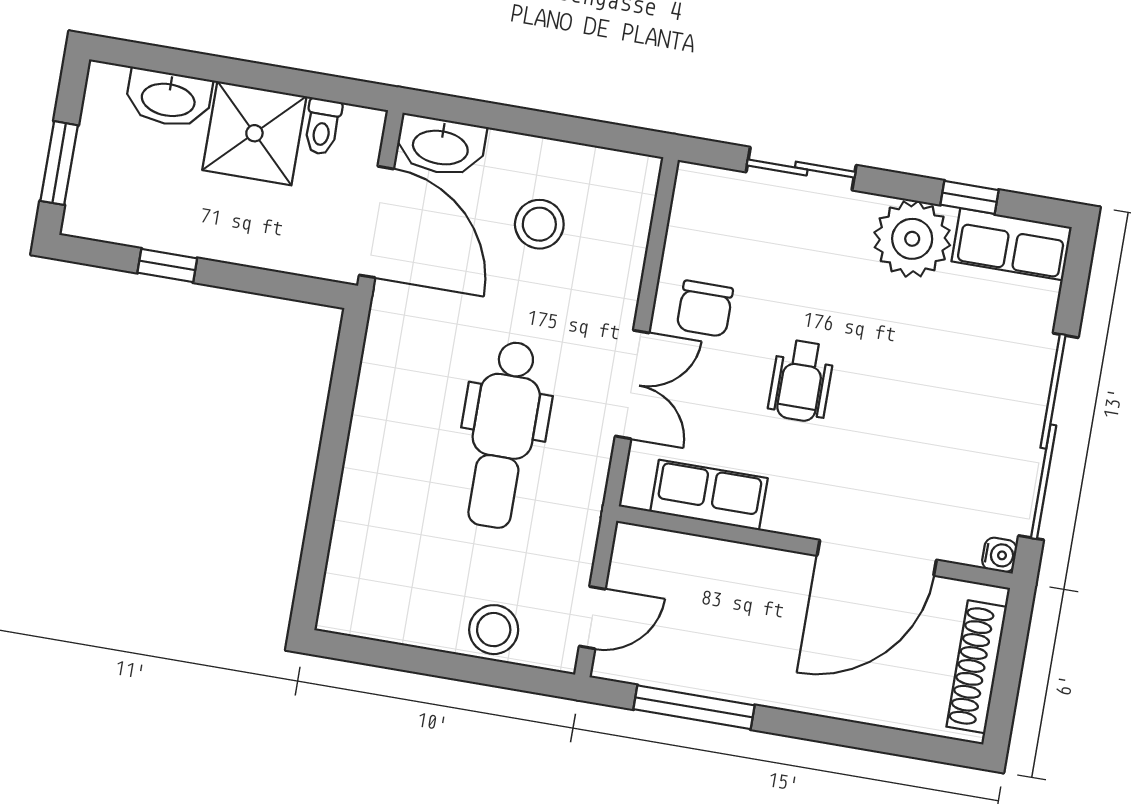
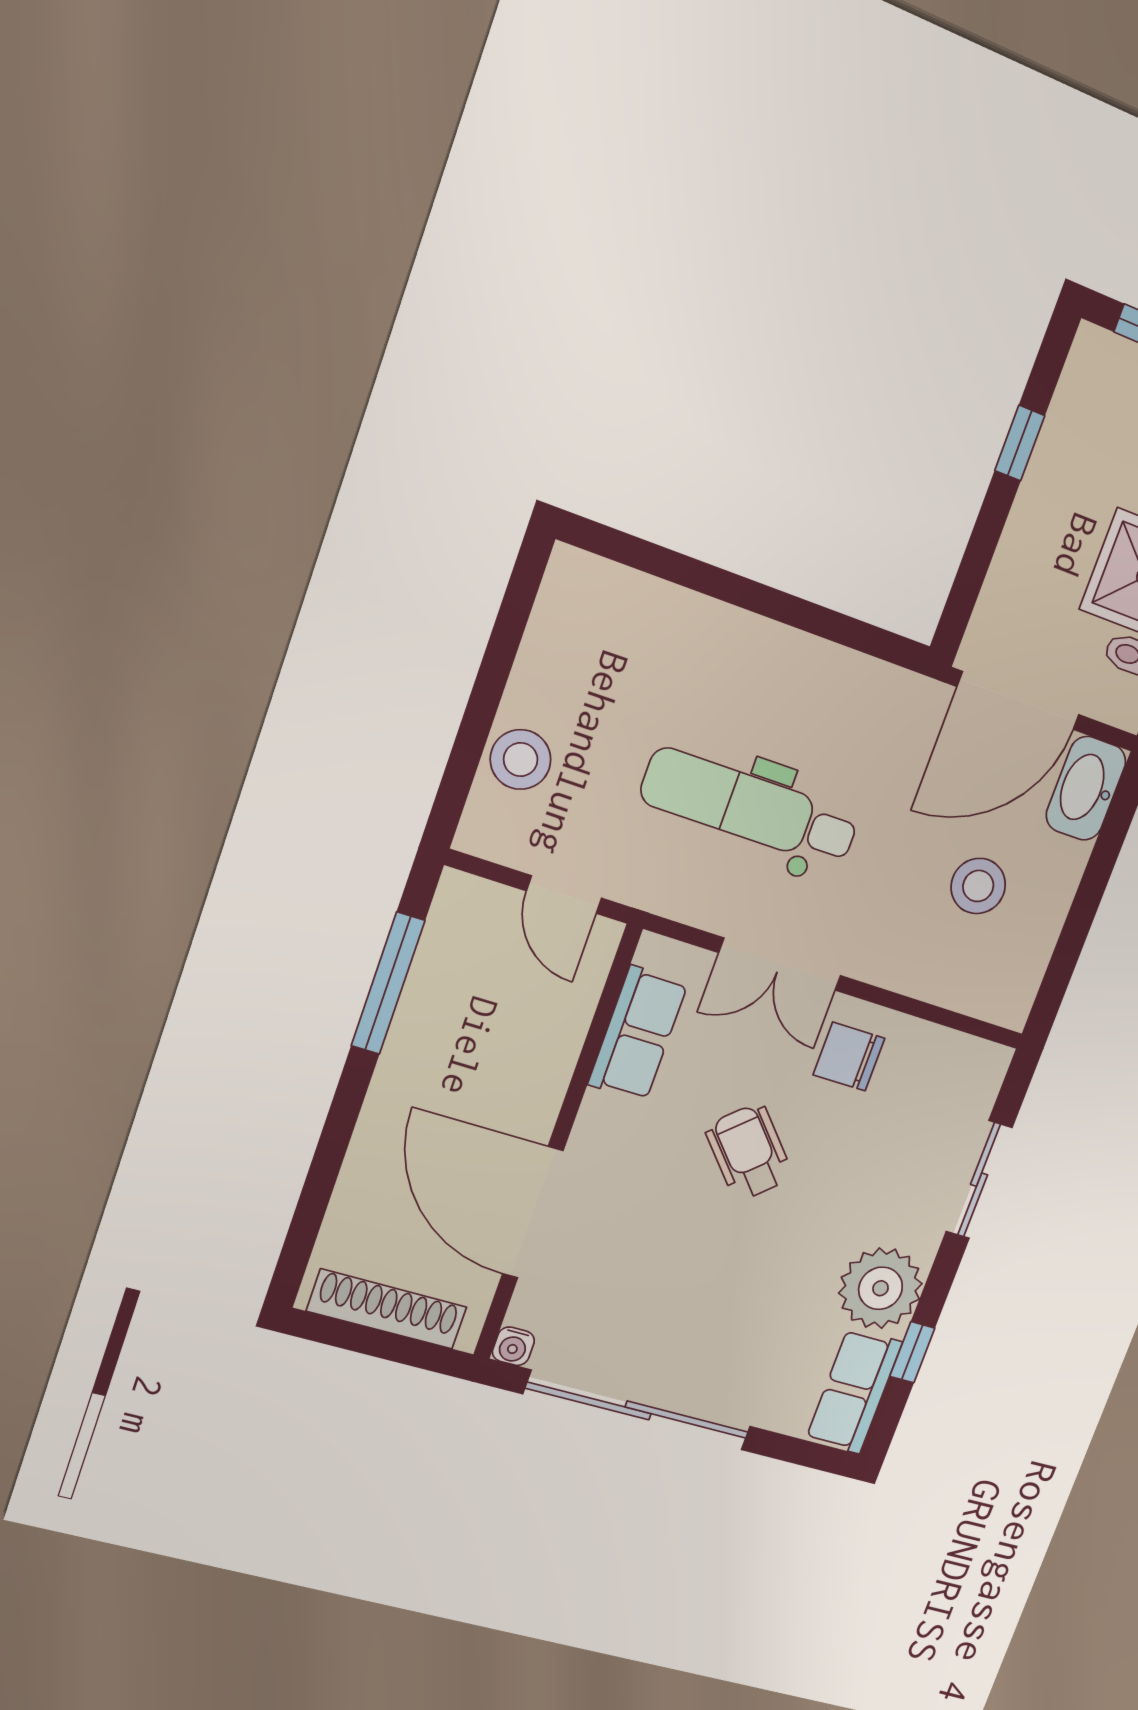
wheelchair: (801, 381) -> (749, 1152), turned 48
door: (592, 618) -> (564, 895), moved

